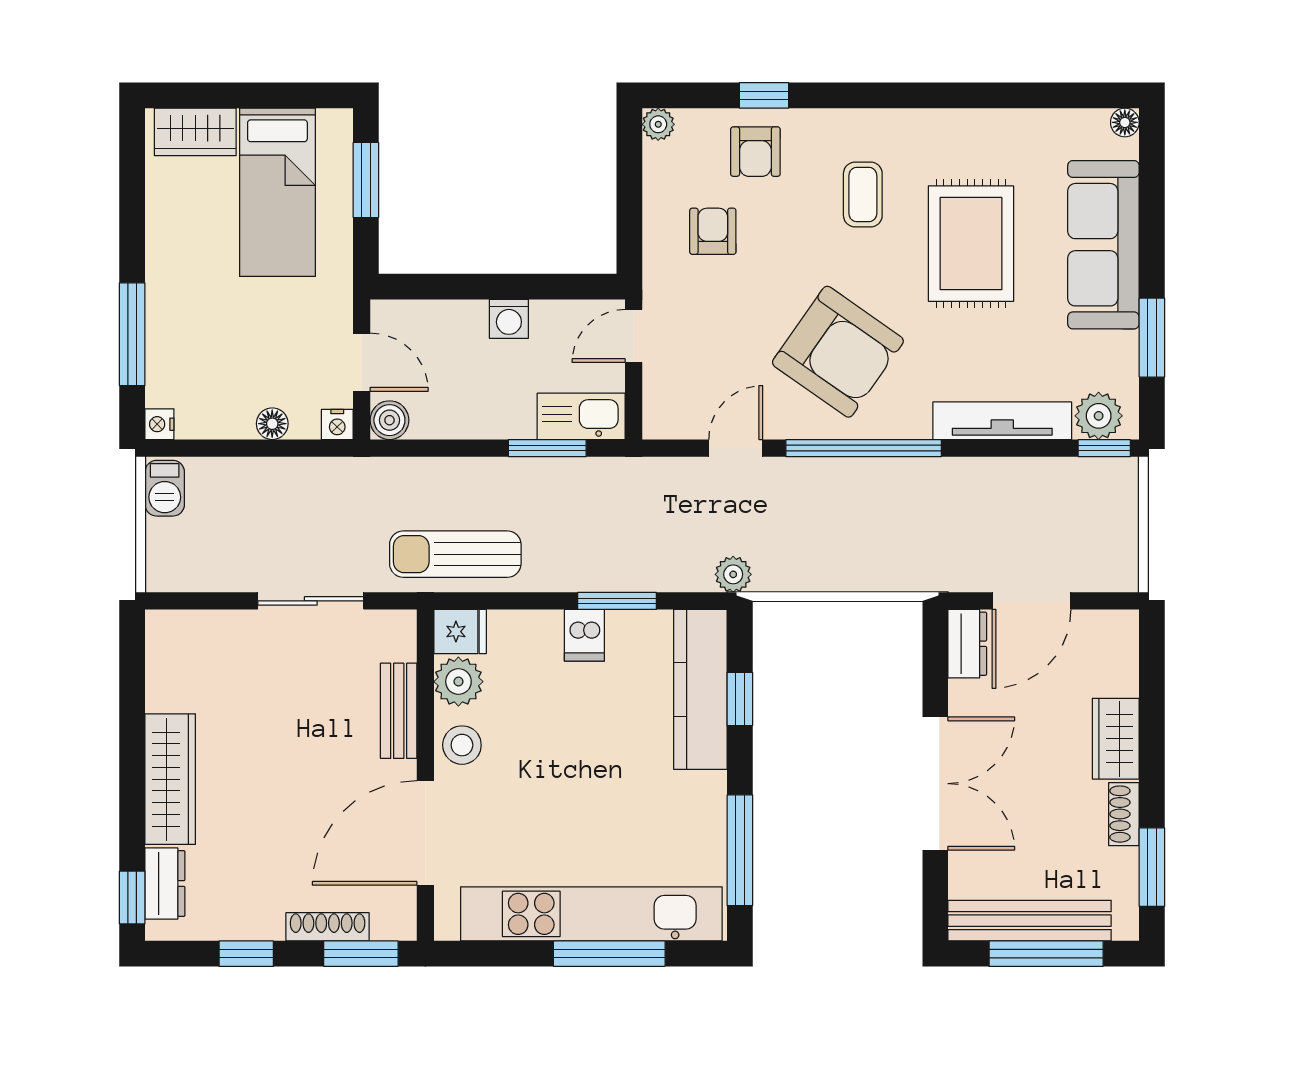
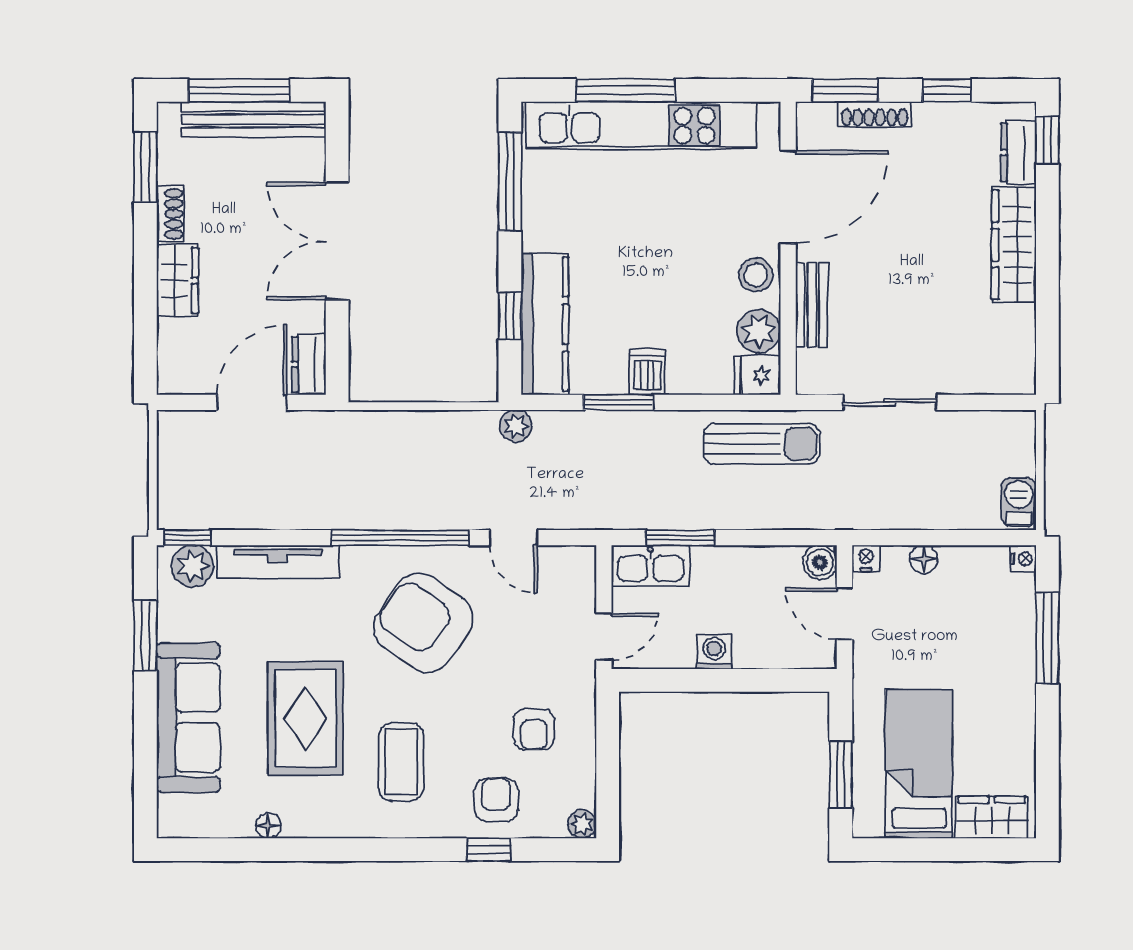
floor lamp: (1125, 122) -> (268, 826), moved
coffee table: (863, 195) -> (401, 762), width x1.36, depth x1.30
door: (736, 448) -> (514, 538), hinge flipped

